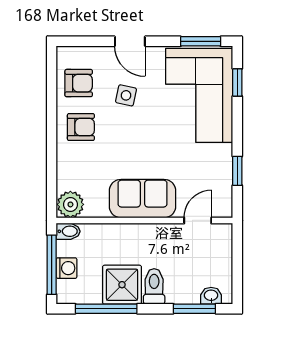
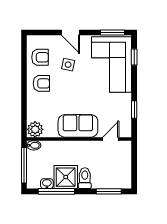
washing machine: (67, 268) -> (33, 167), removed
washbasin: (211, 296) -> (47, 184), moved

